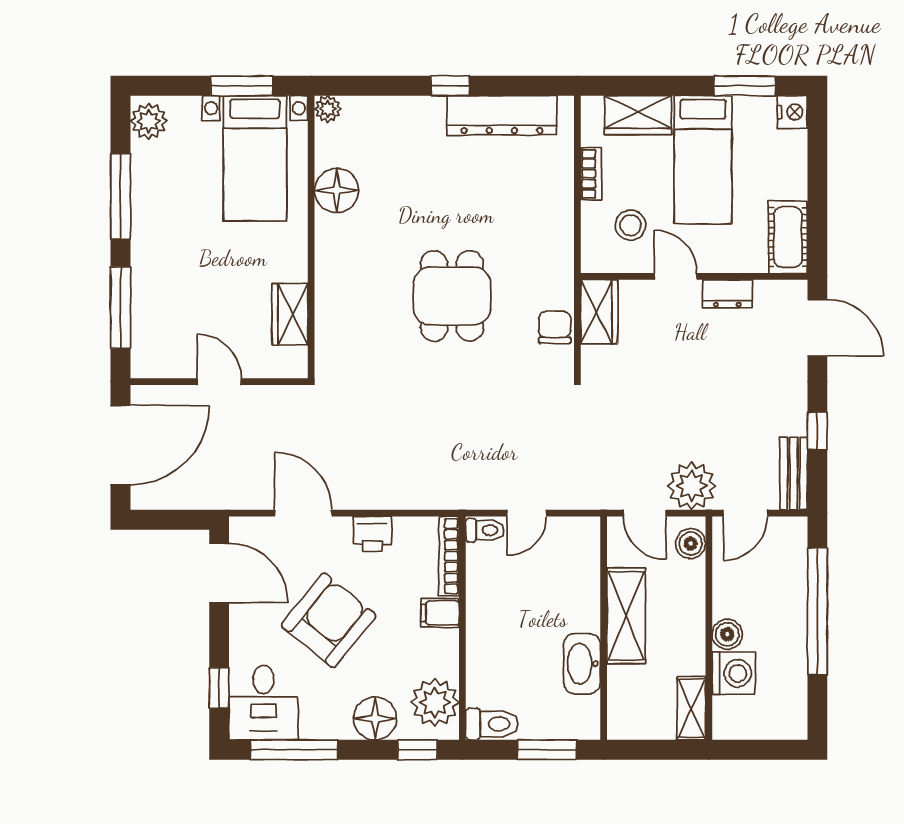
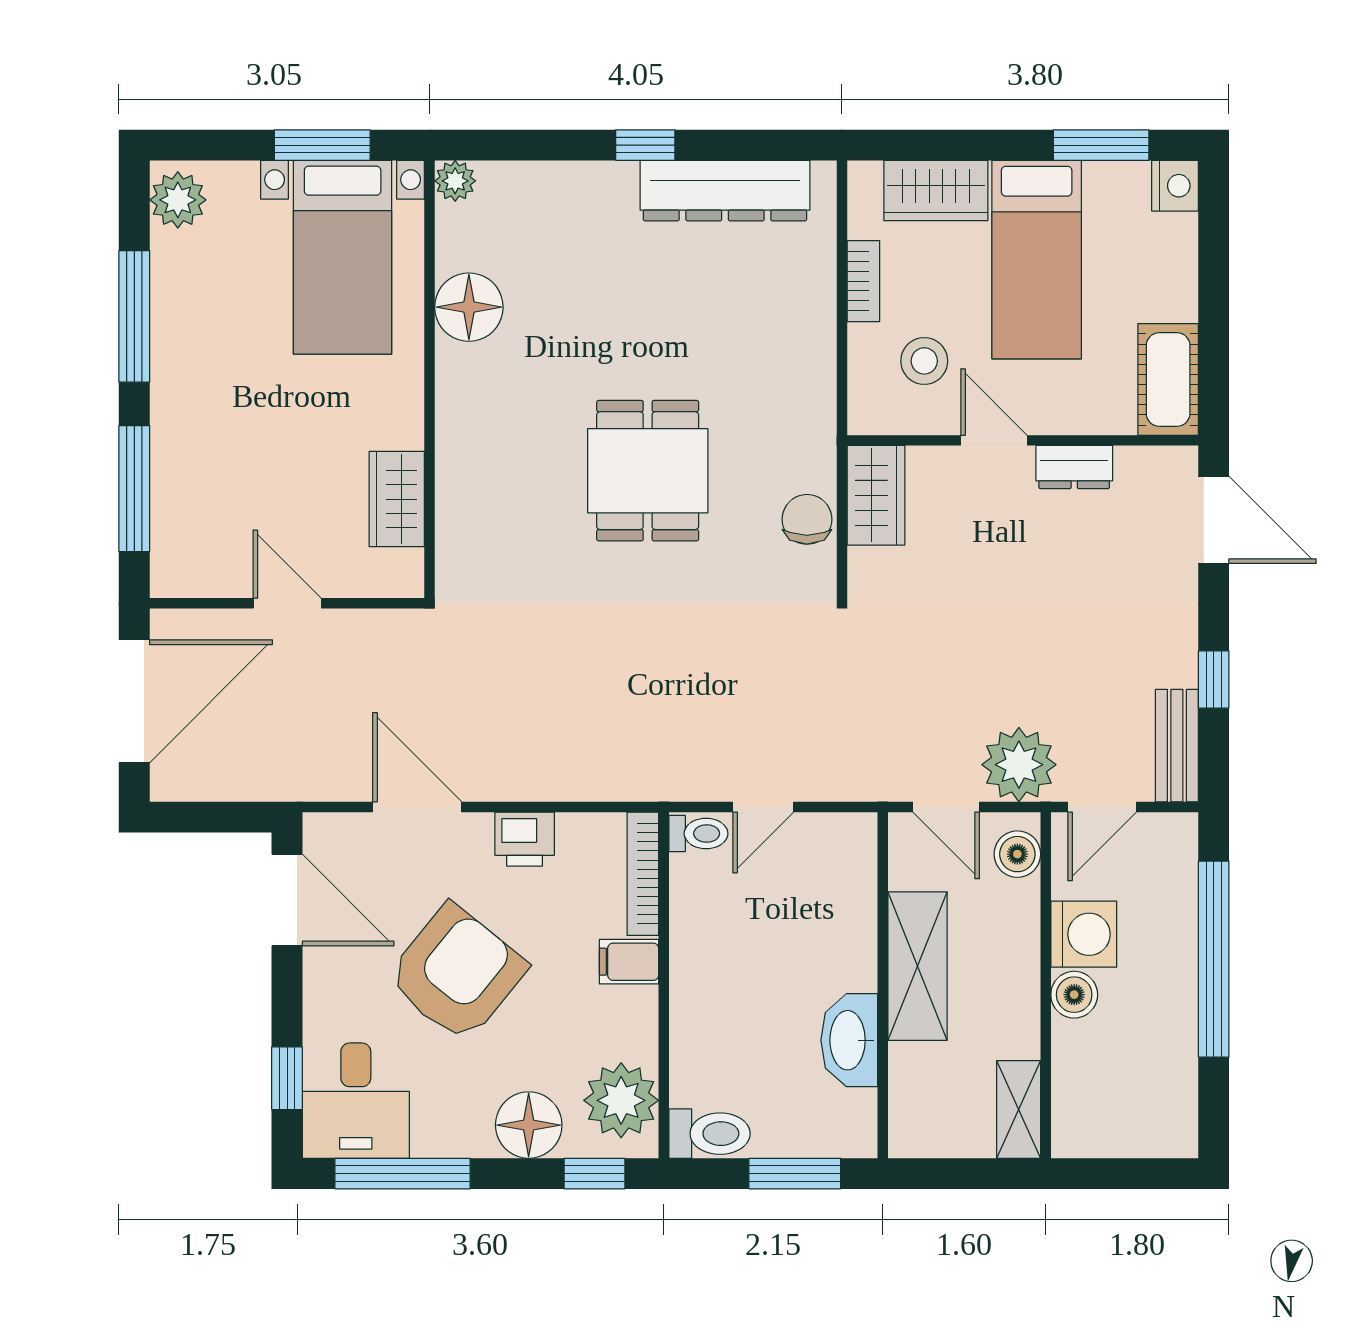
washing machine: (733, 673) -> (1084, 934), moved

